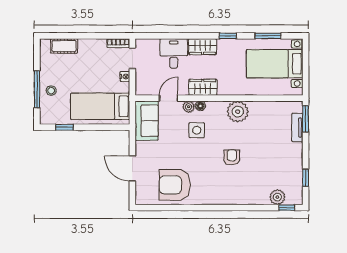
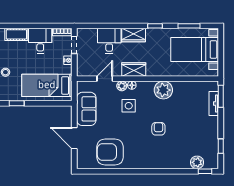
desk: (92, 53) -> (40, 41), added
sofa: (147, 121) -> (86, 109), moved

